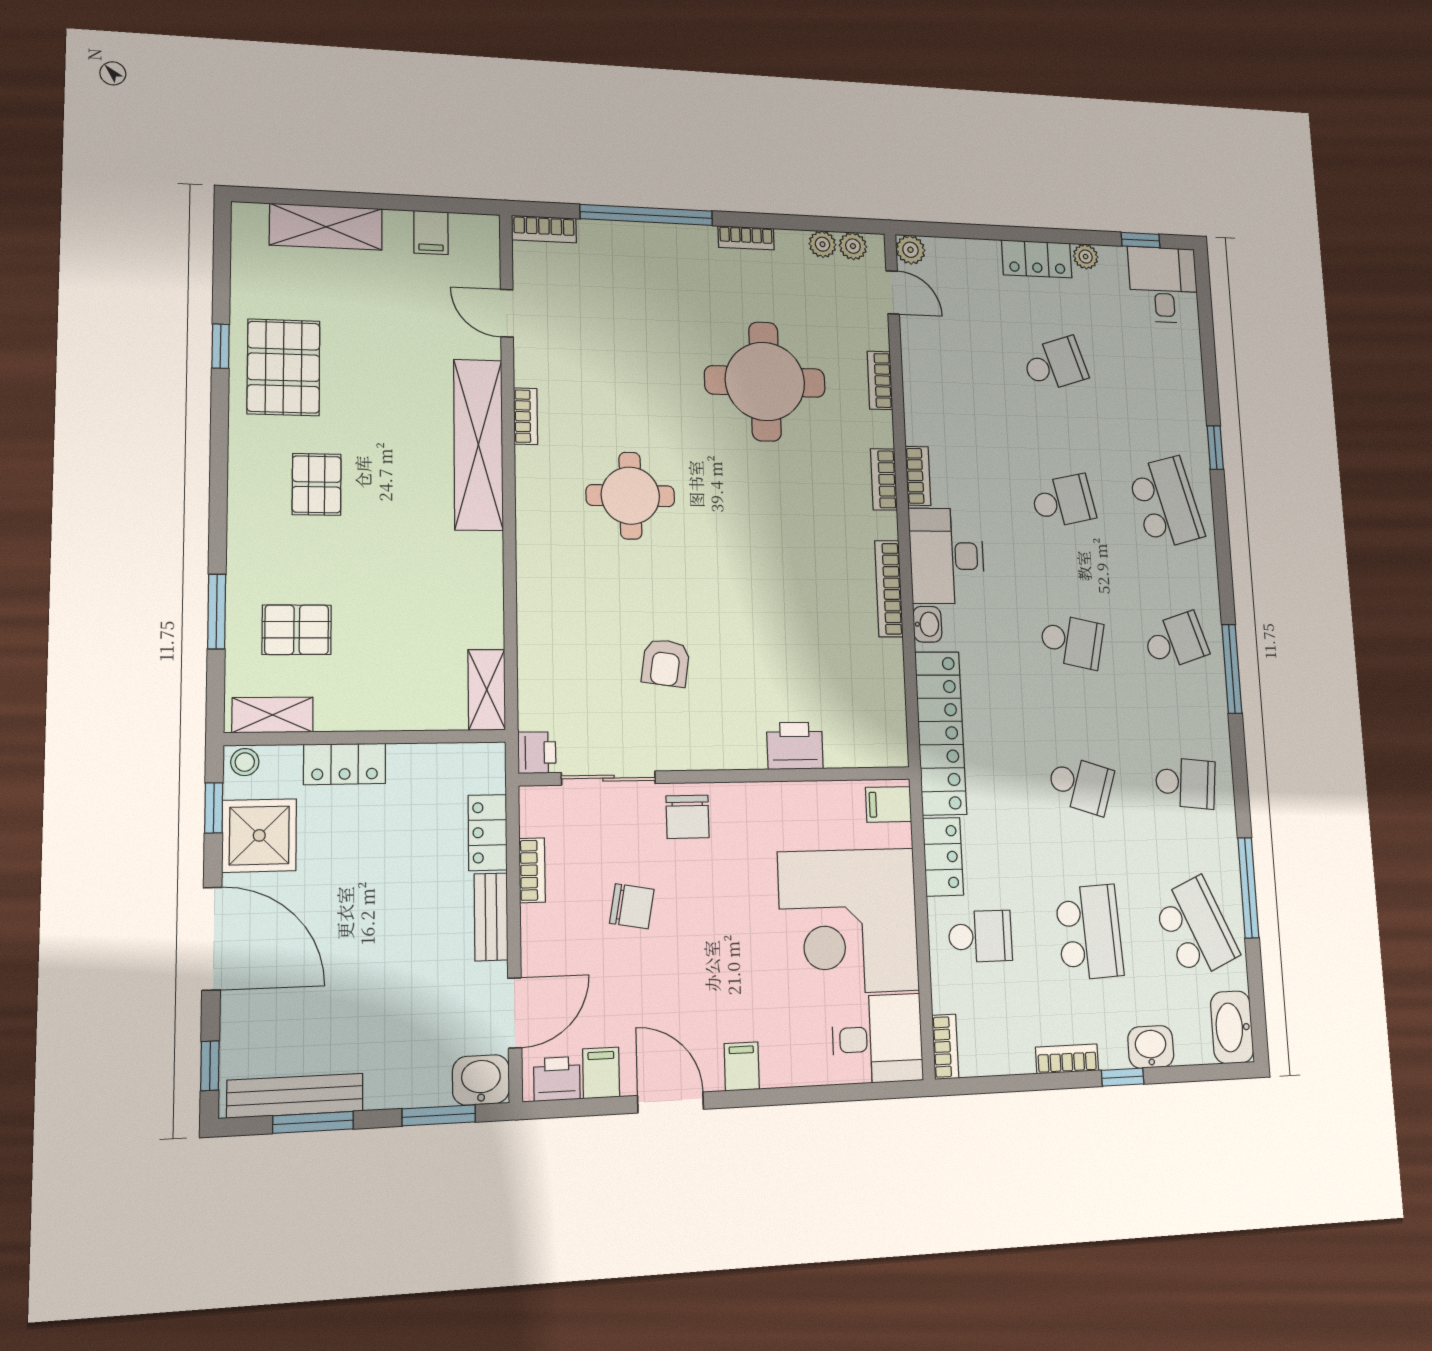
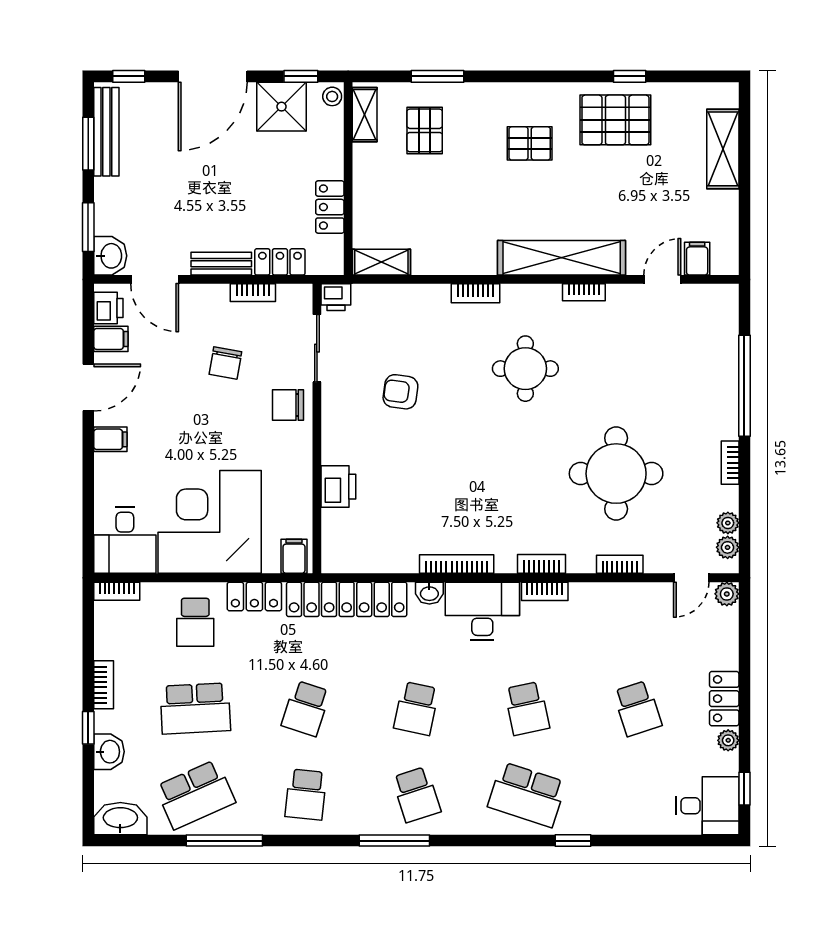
bookcase: (544, 229) -> (476, 293), moved, turned -90
filing cabinet: (431, 233) -> (697, 259), moved, turned 90
school desk: (1166, 503) -> (527, 795), turned 33
locker: (345, 764) -> (330, 207), moved

